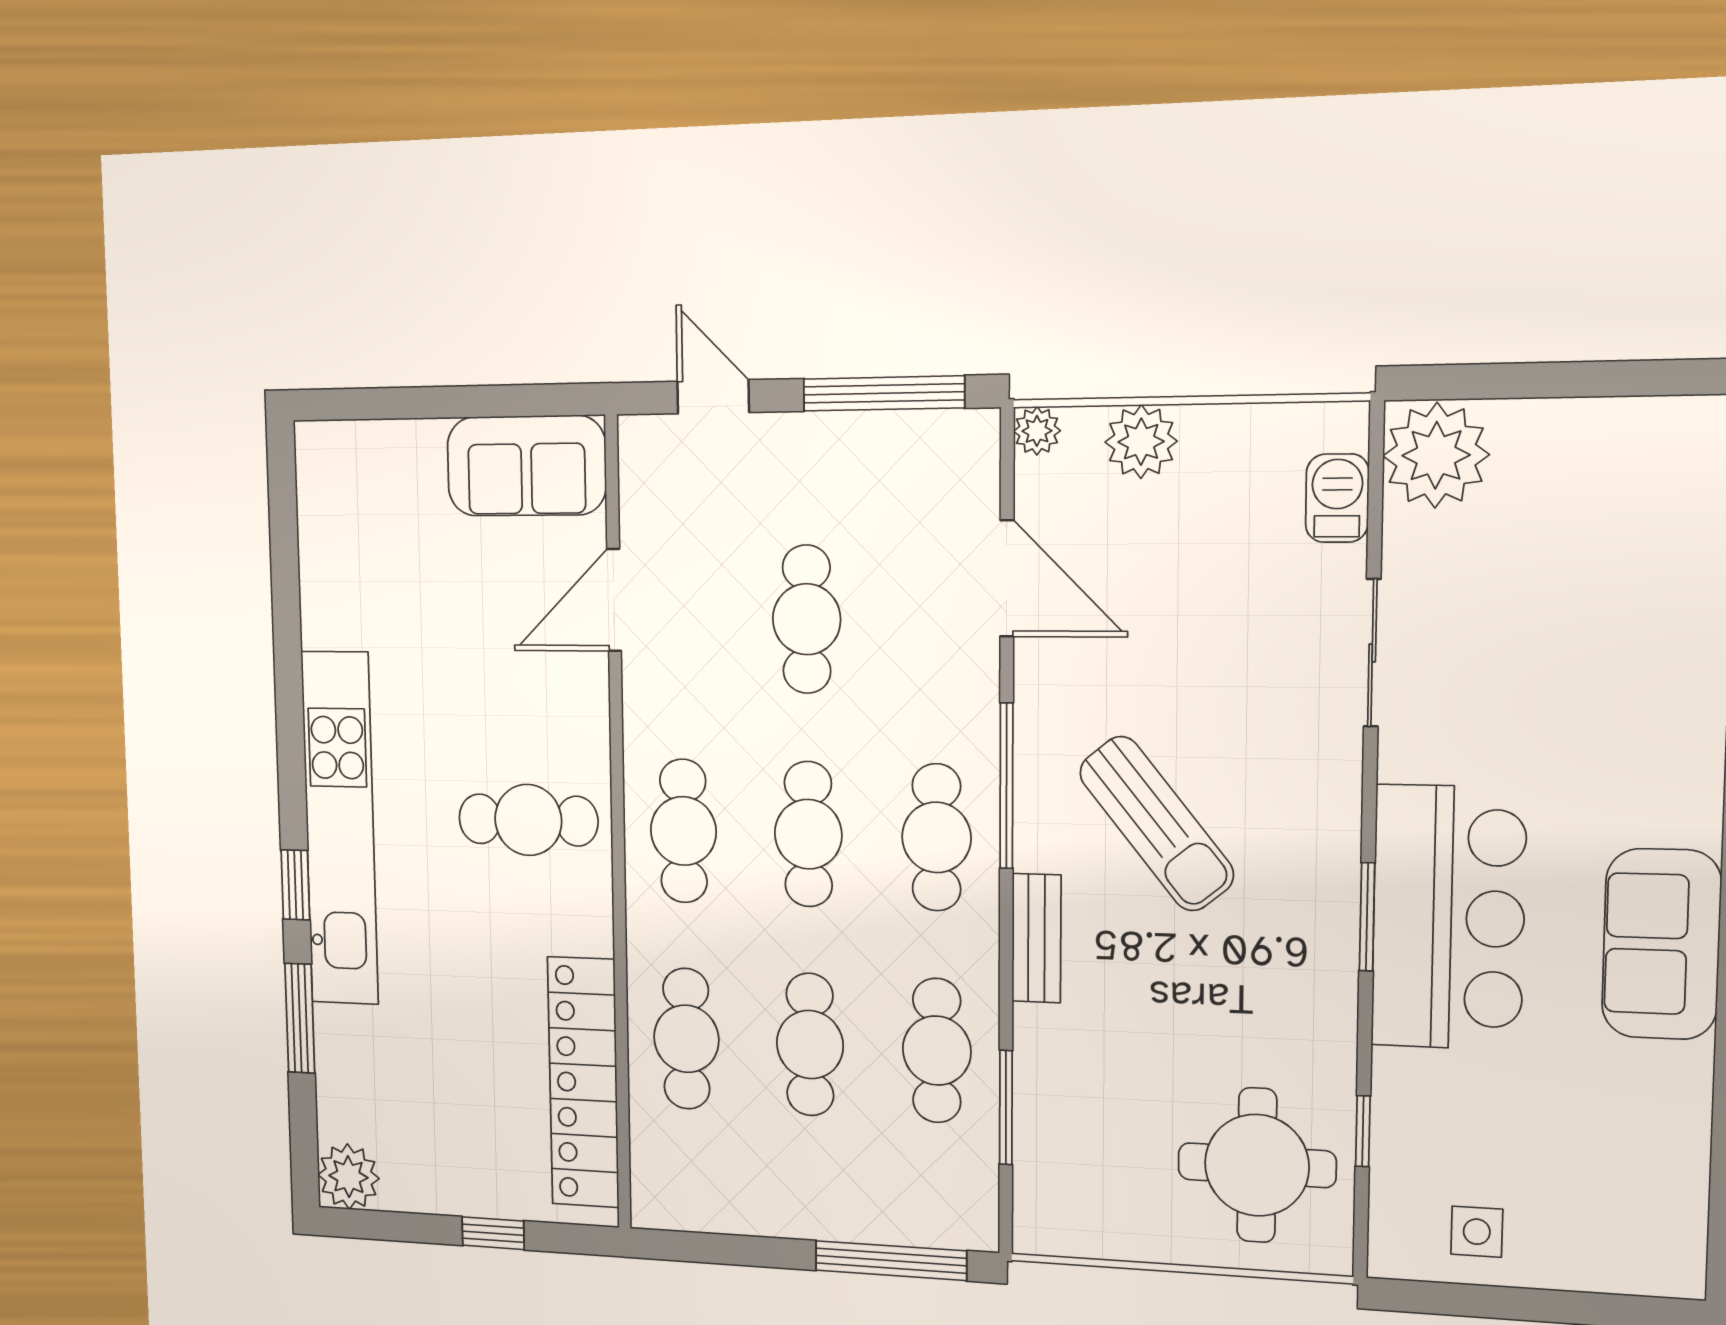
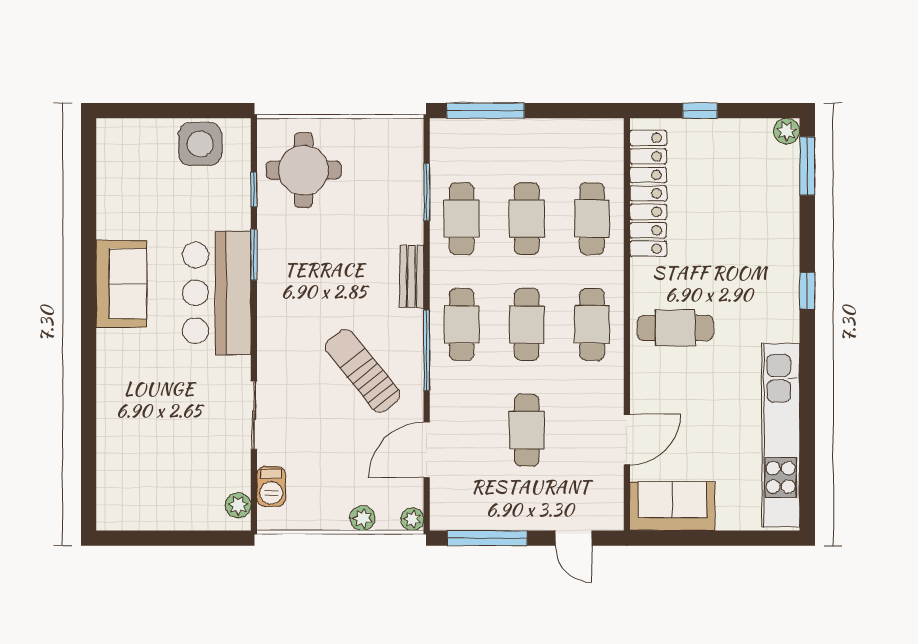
plant: (1141, 442) -> (363, 518), width x0.73, depth x0.73
plant: (1436, 455) -> (238, 505), width x0.53, depth x0.53
door: (1007, 578) -> (427, 450), hinge flipped
sun lounger: (1157, 824) -> (363, 371), moved
kitchen unit: (340, 829) -> (781, 435), moved
window: (1367, 917) -> (254, 255), moved
window: (300, 1018) -> (807, 166), moved
plant: (348, 1177) -> (787, 131), width x0.73, depth x0.73
side table: (1477, 1232) -> (200, 144), width x1.87, depth x1.87

